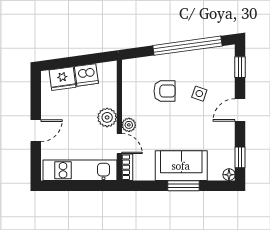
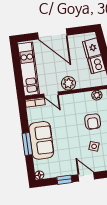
plant: (129, 125) -> (97, 95), moved
door: (36, 131) -> (52, 34), width x1.88
door: (119, 144) -> (51, 94), hinge flipped
window: (240, 157) -> (64, 180), moved

